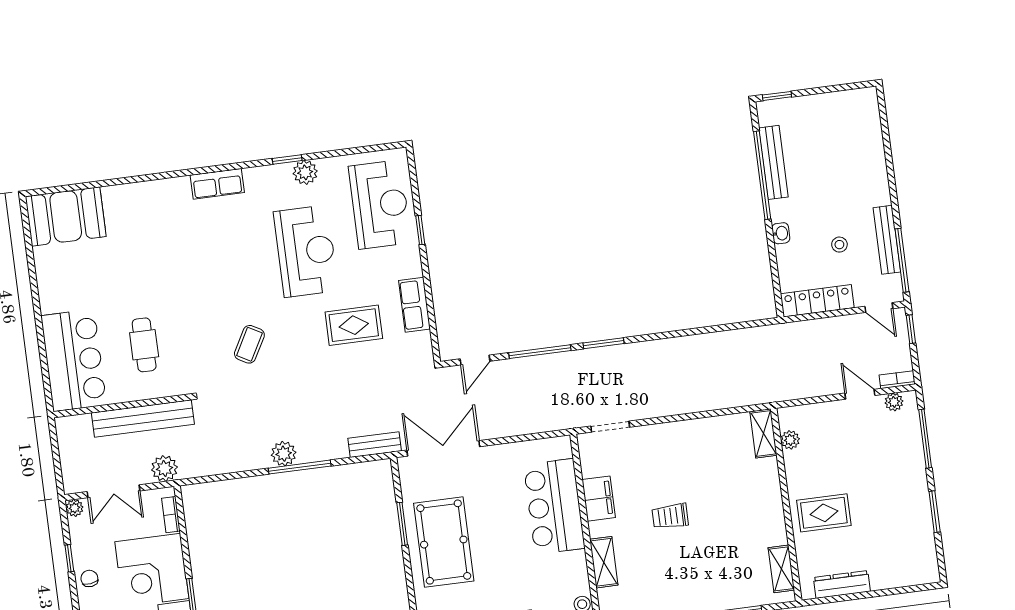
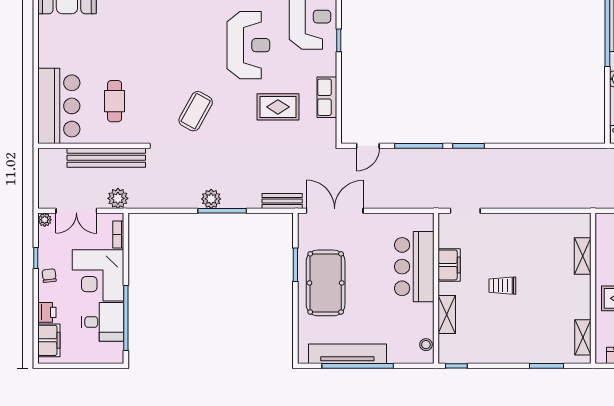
coffee table: (249, 344) -> (196, 111), width x1.36, depth x1.30
shelving: (763, 433) -> (583, 256), moved
plant: (790, 440) -> (603, 239), removed

